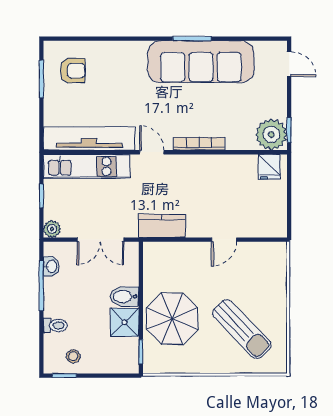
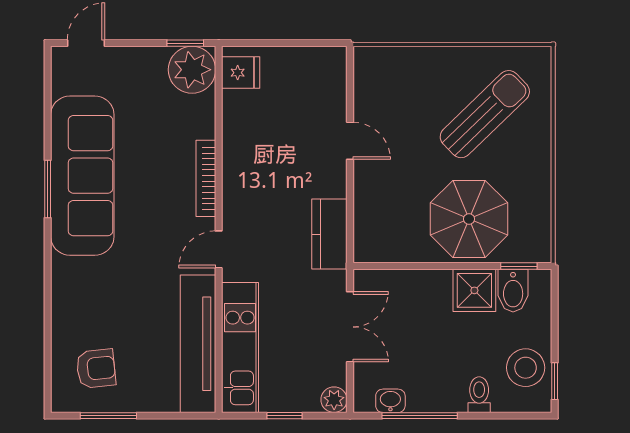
armchair: (73, 71) -> (96, 369), turned 84
bidet: (124, 297) -> (513, 291), moved
stool: (73, 356) -> (526, 368), width x1.89, depth x1.89

